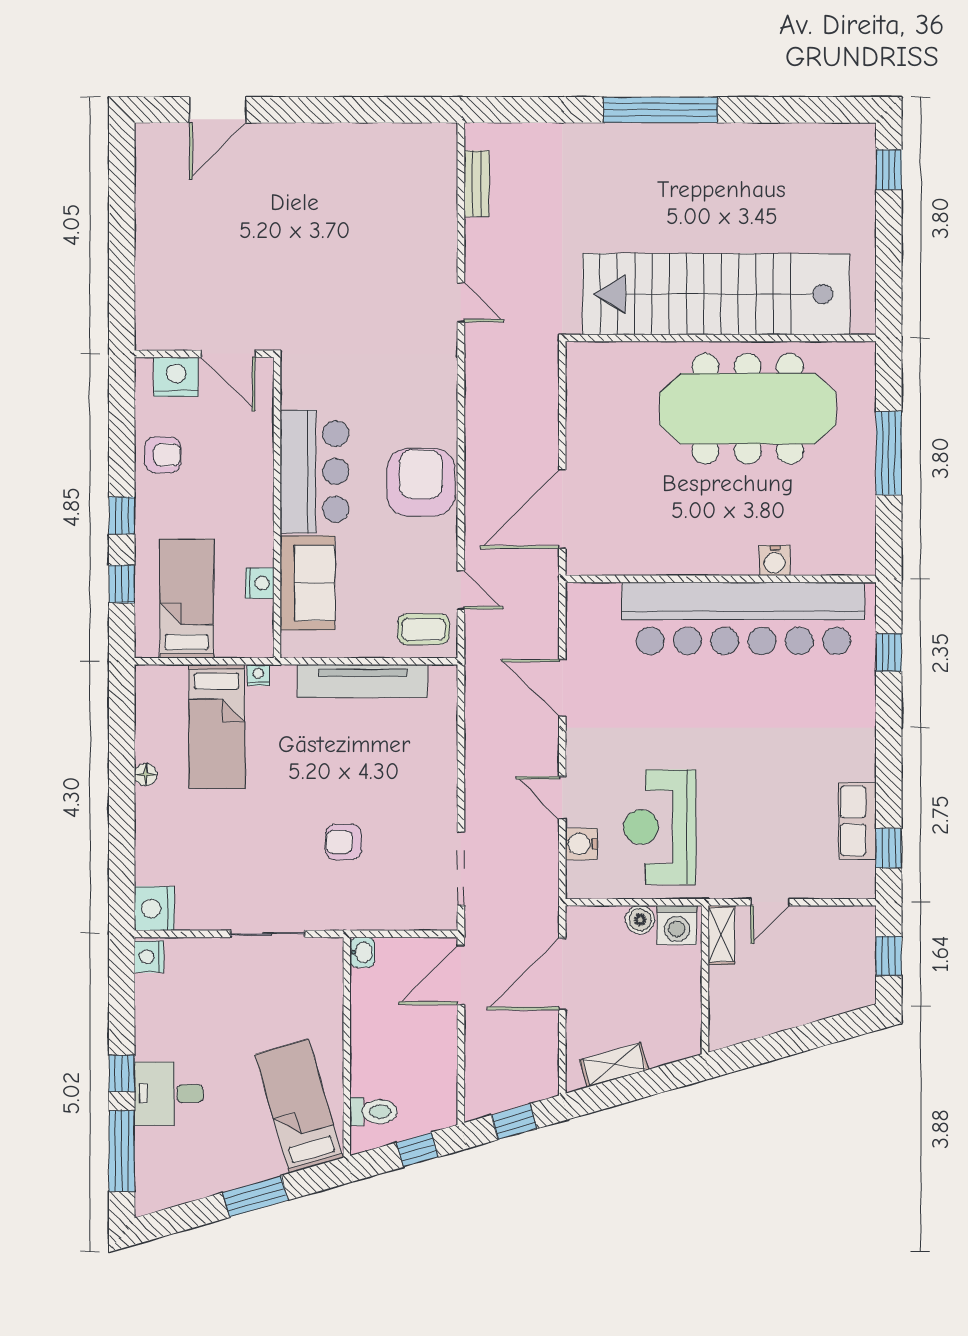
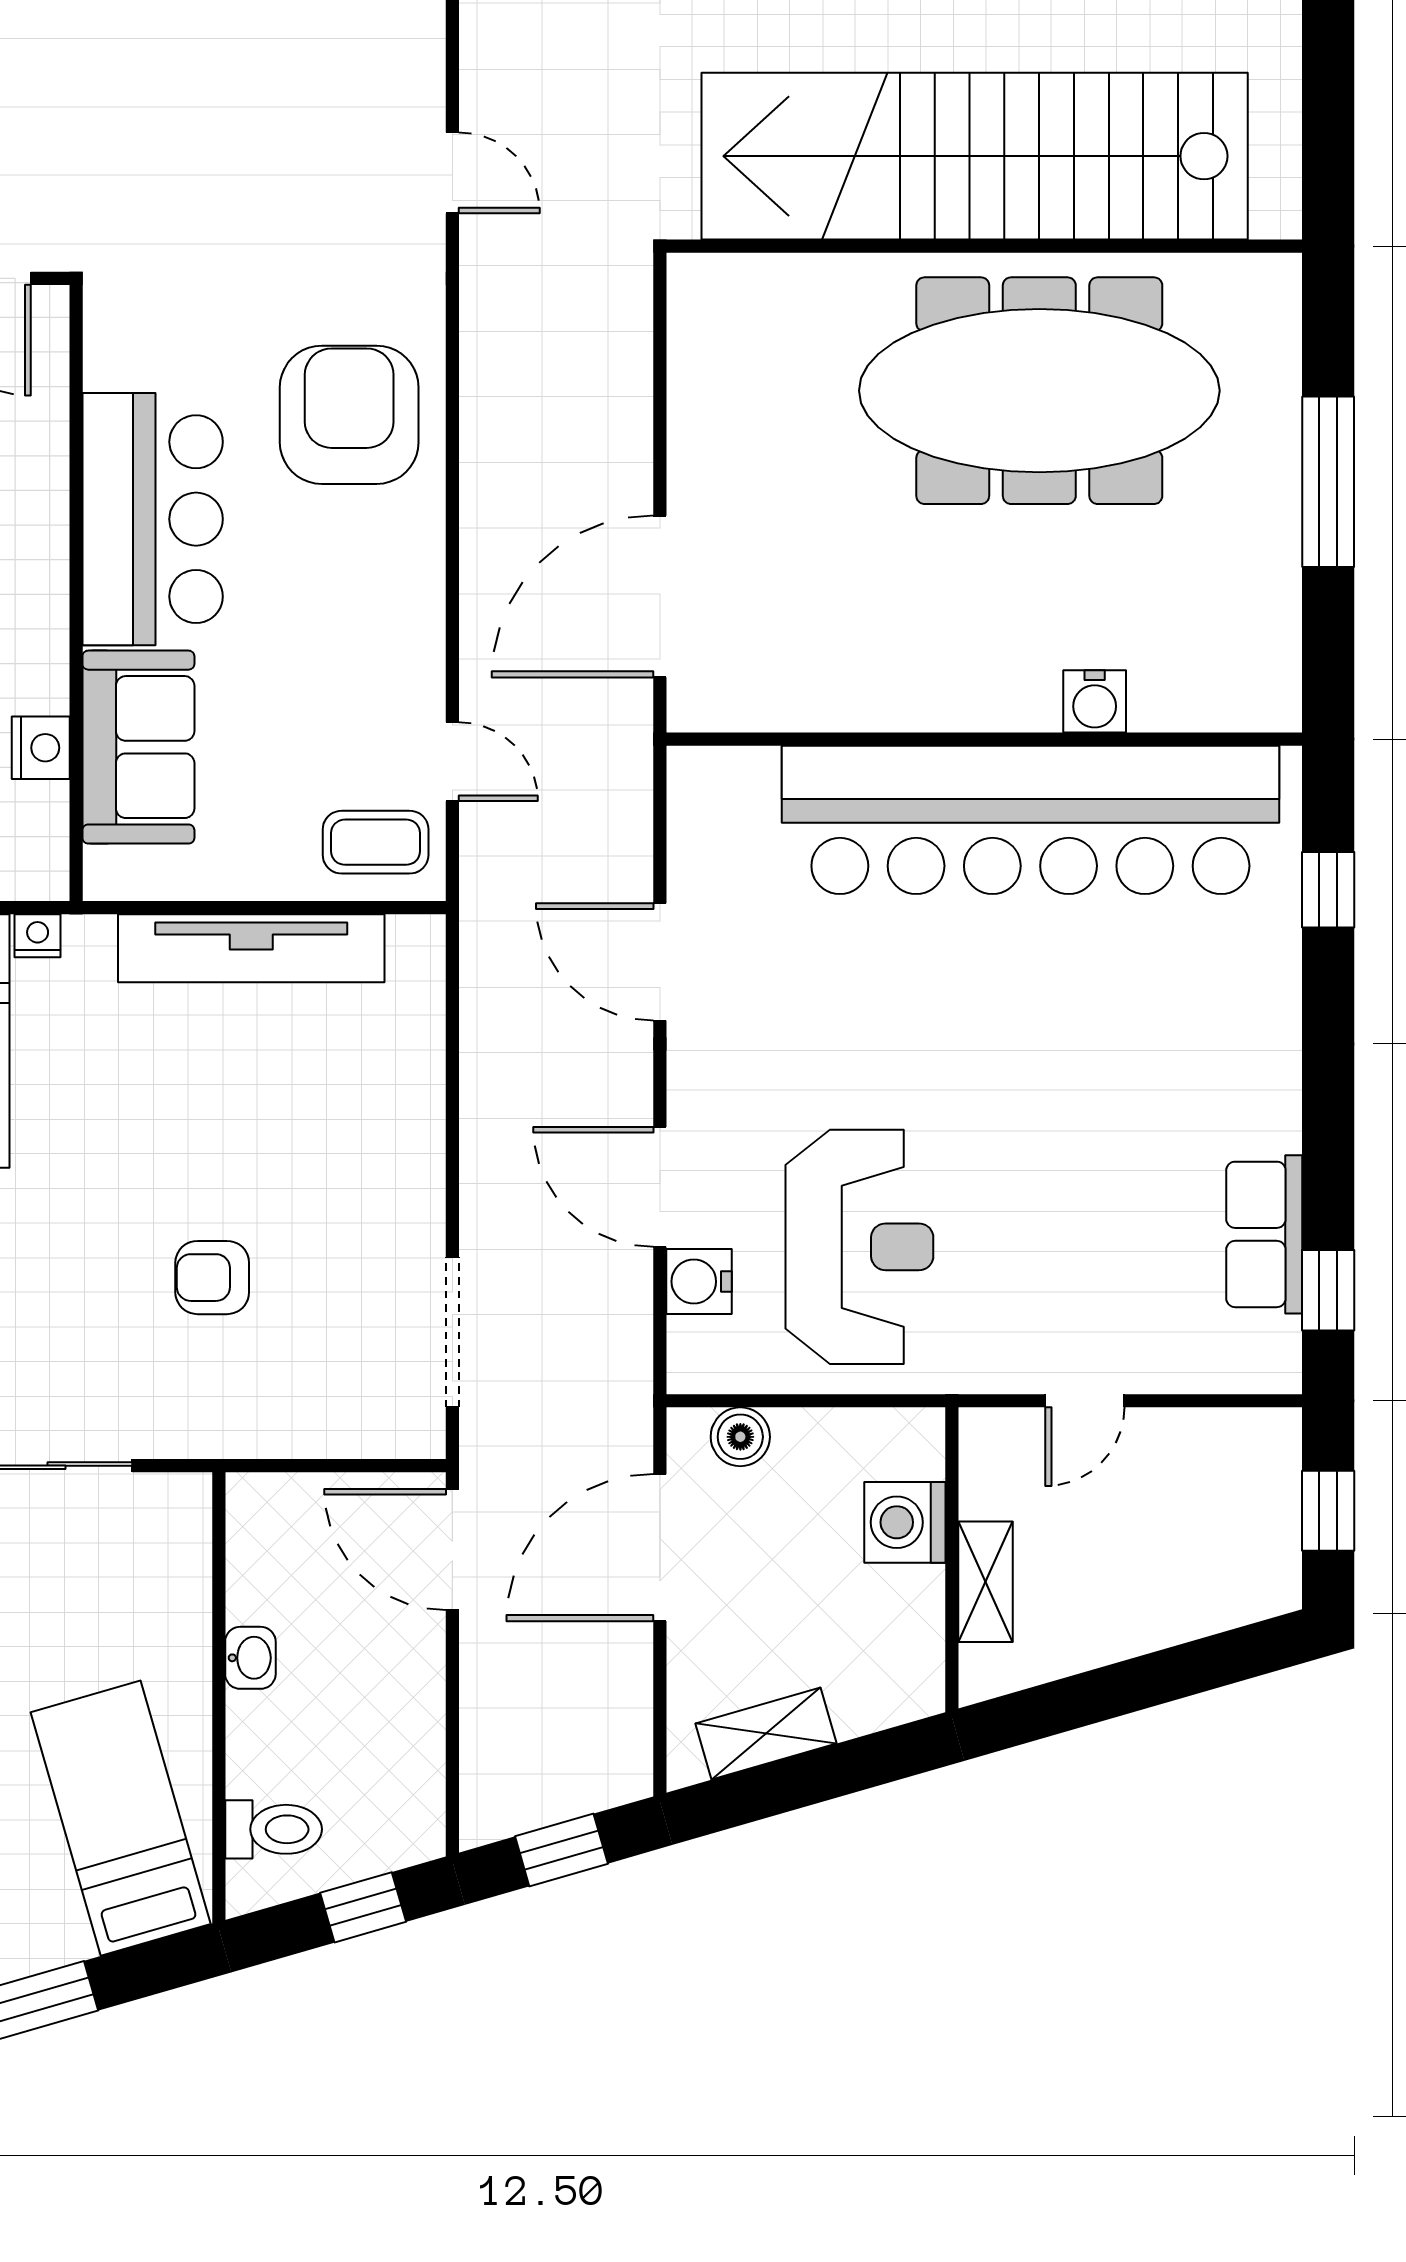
armchair: (421, 482) -> (349, 415), moved
door: (562, 798) -> (660, 1187), width x1.38
reception desk: (660, 827) -> (859, 1247), turned 180
boiler: (640, 920) -> (740, 1437), moved
washing machine: (677, 925) -> (905, 1522), moved, turned 90
shelving: (721, 935) -> (985, 1582), moved
washbasin: (362, 952) -> (250, 1658), moved
door: (461, 975) -> (452, 1550), hinge flipped

